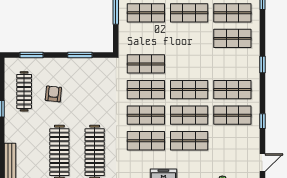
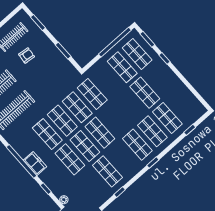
shop shelf: (232, 90) -> (137, 145), moved

